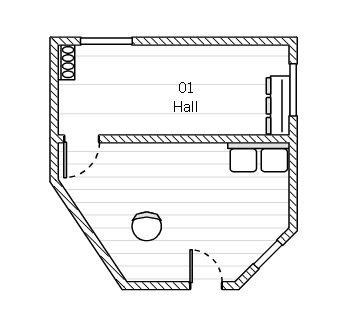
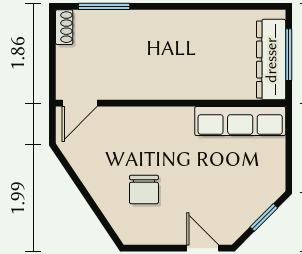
dresser: (278, 106) -> (271, 60), width x1.37, depth x1.24
row of seats: (259, 157) -> (240, 121), width x1.48

